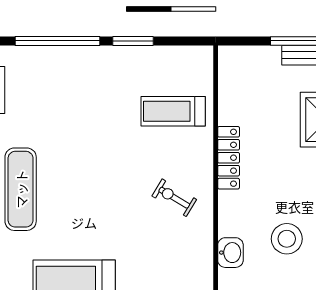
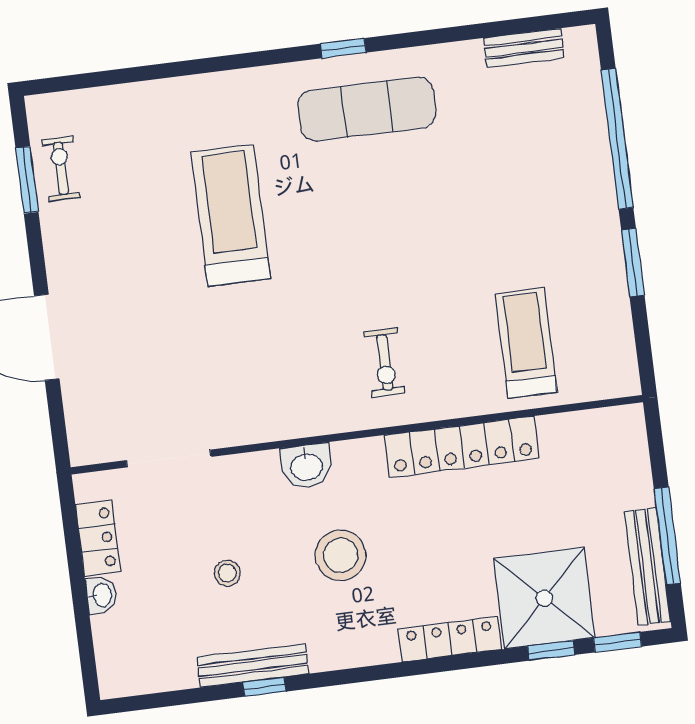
locker: (229, 158) -> (462, 447), width x1.41, depth x1.21
exercise bike: (174, 198) -> (385, 362), turned 149

